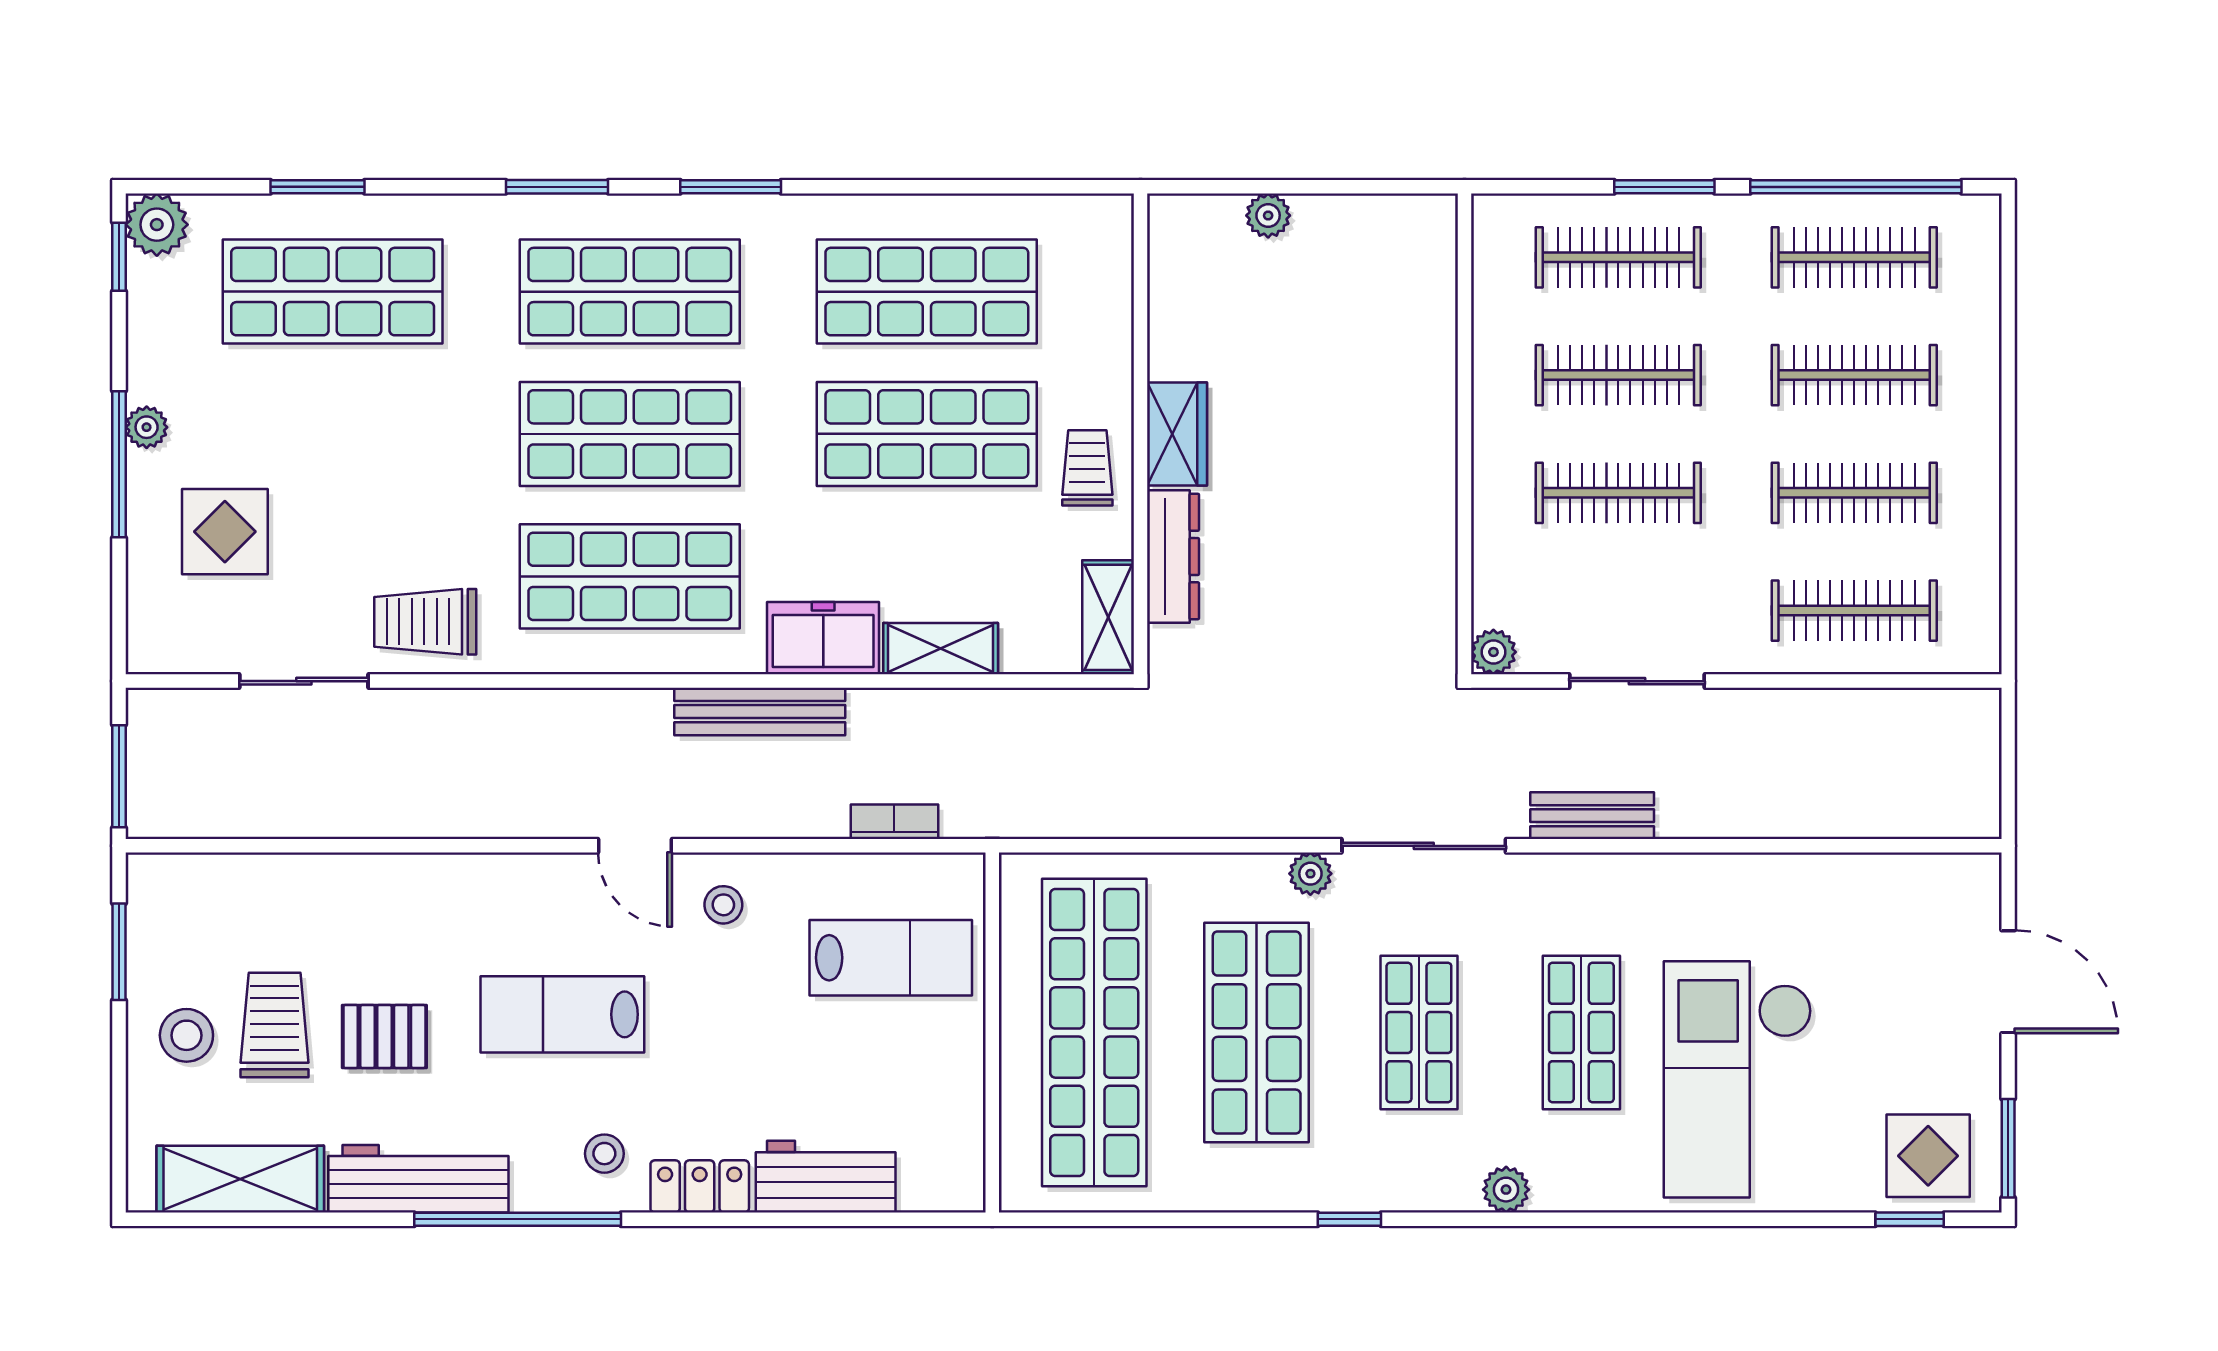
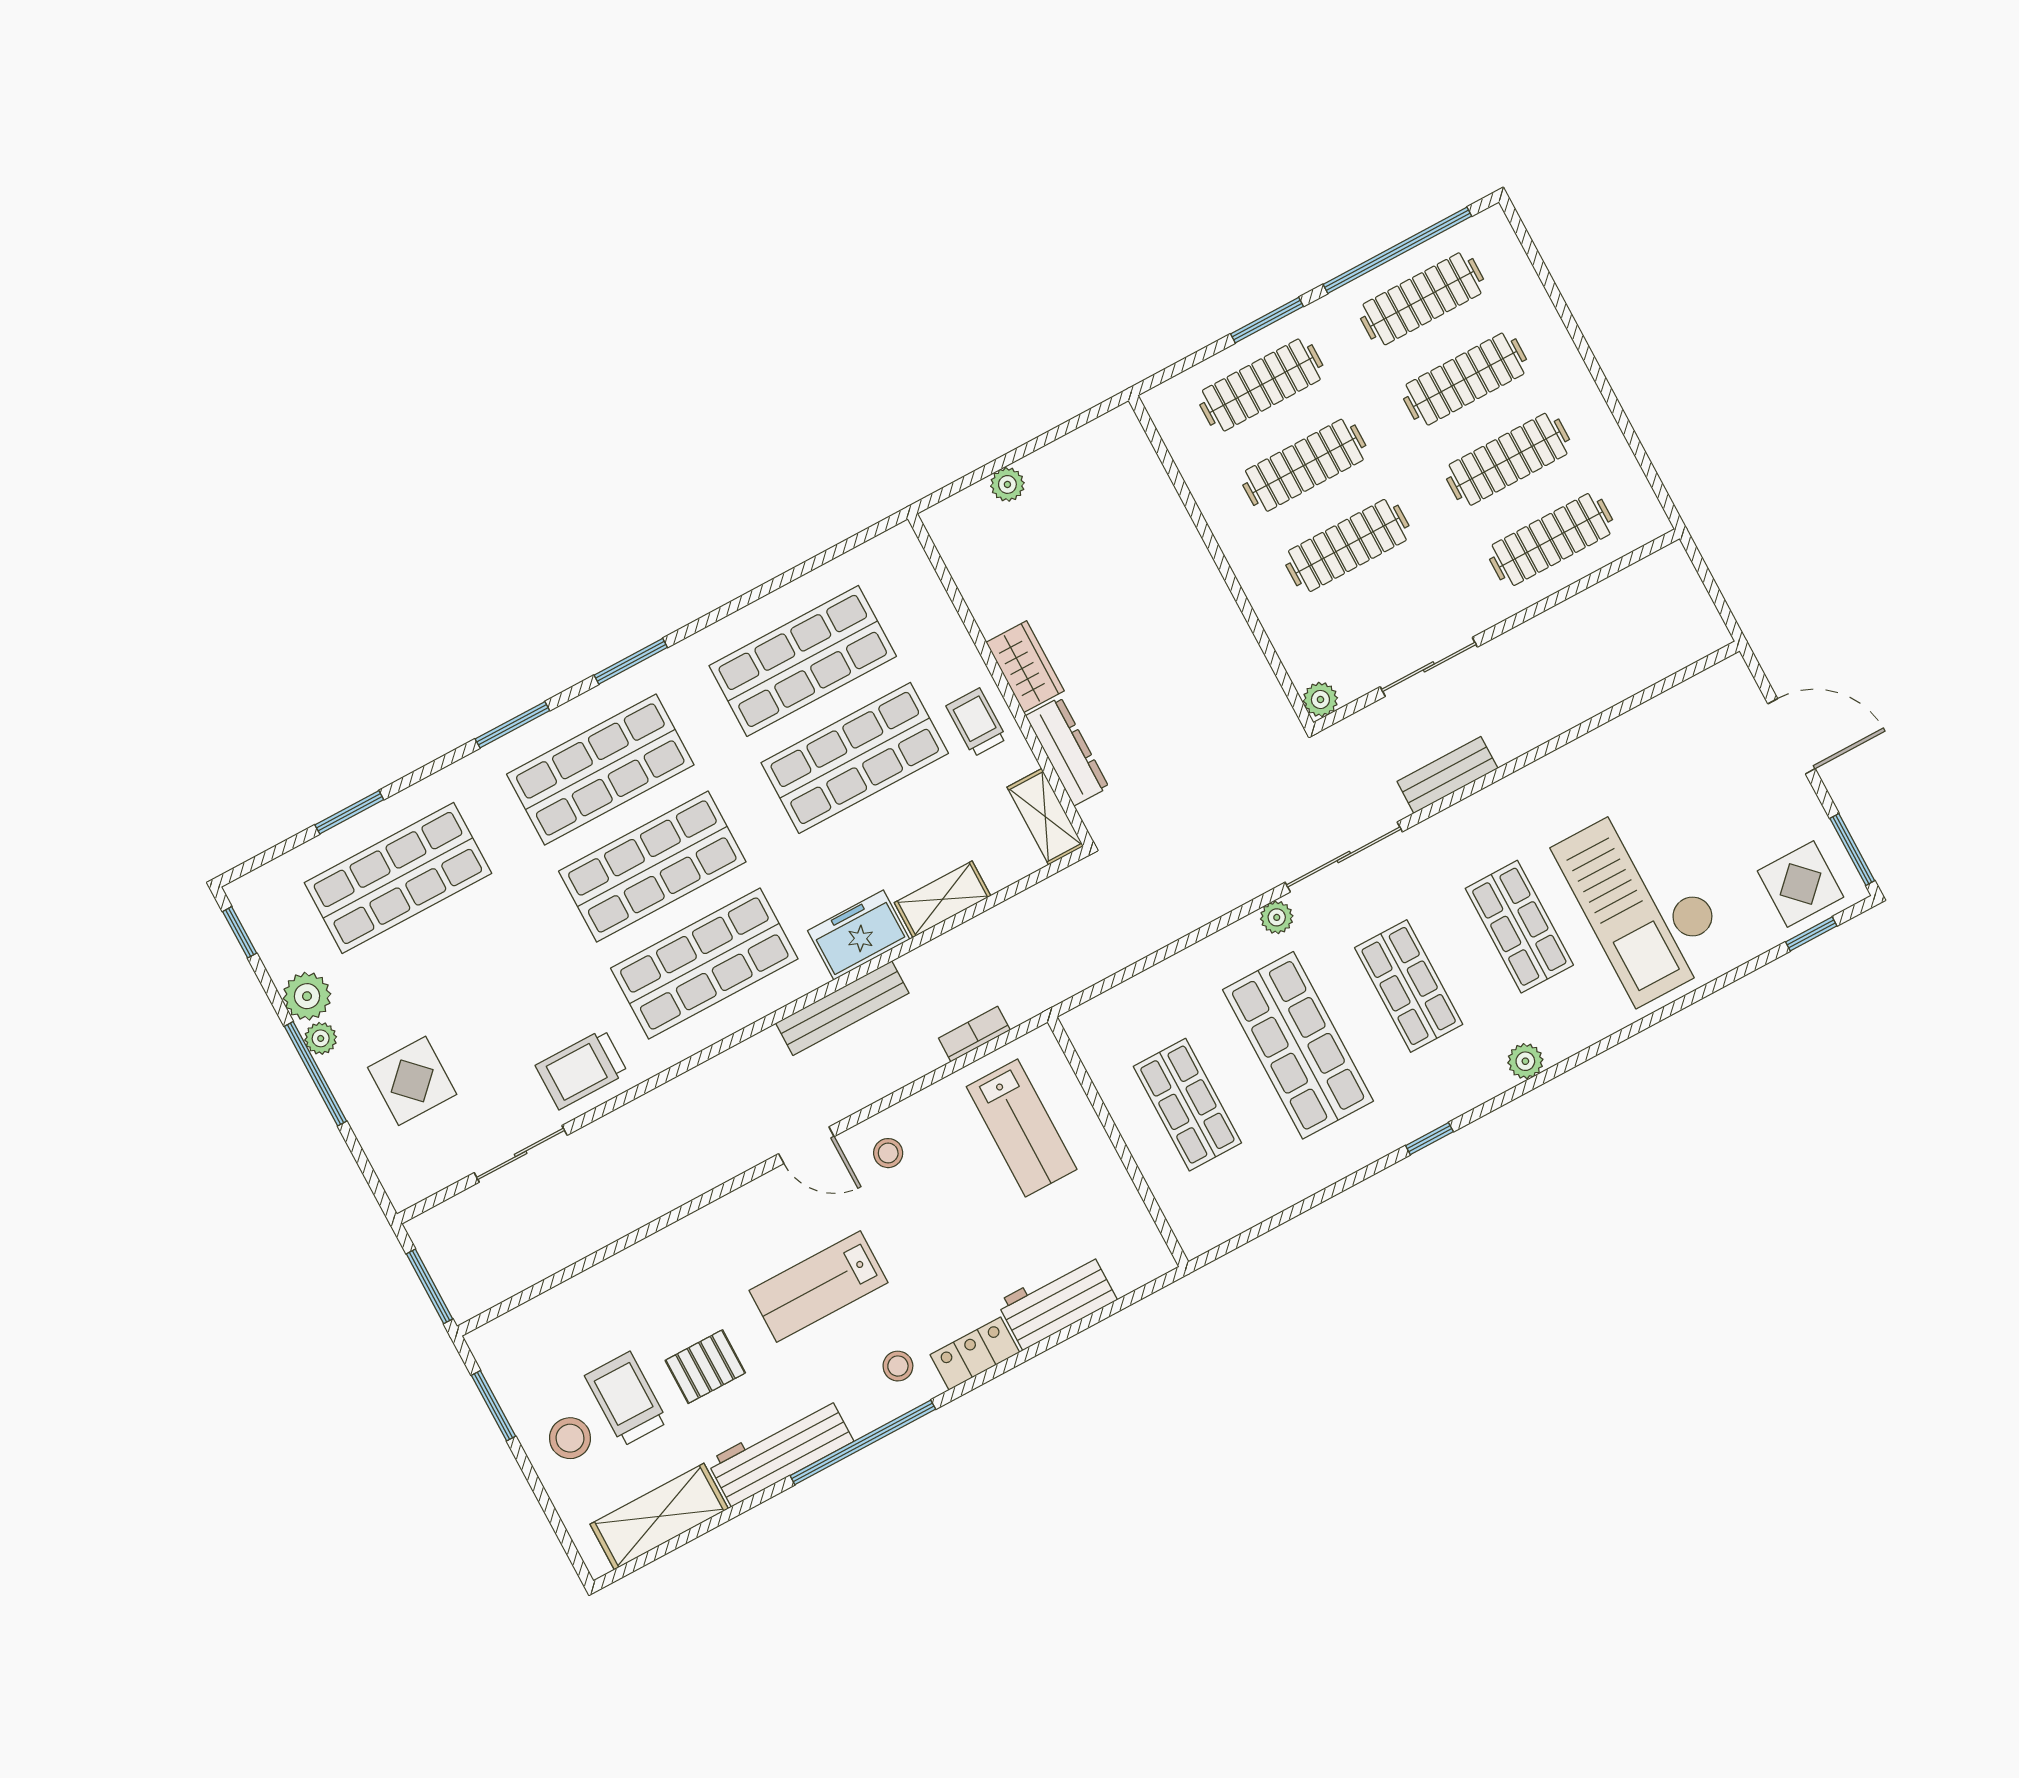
plant: (157, 225) -> (307, 996), moved
lab bench: (891, 958) -> (1022, 1128), turned 90
shop shelf: (1094, 1033) -> (1187, 1105), width x0.50, depth x0.74

